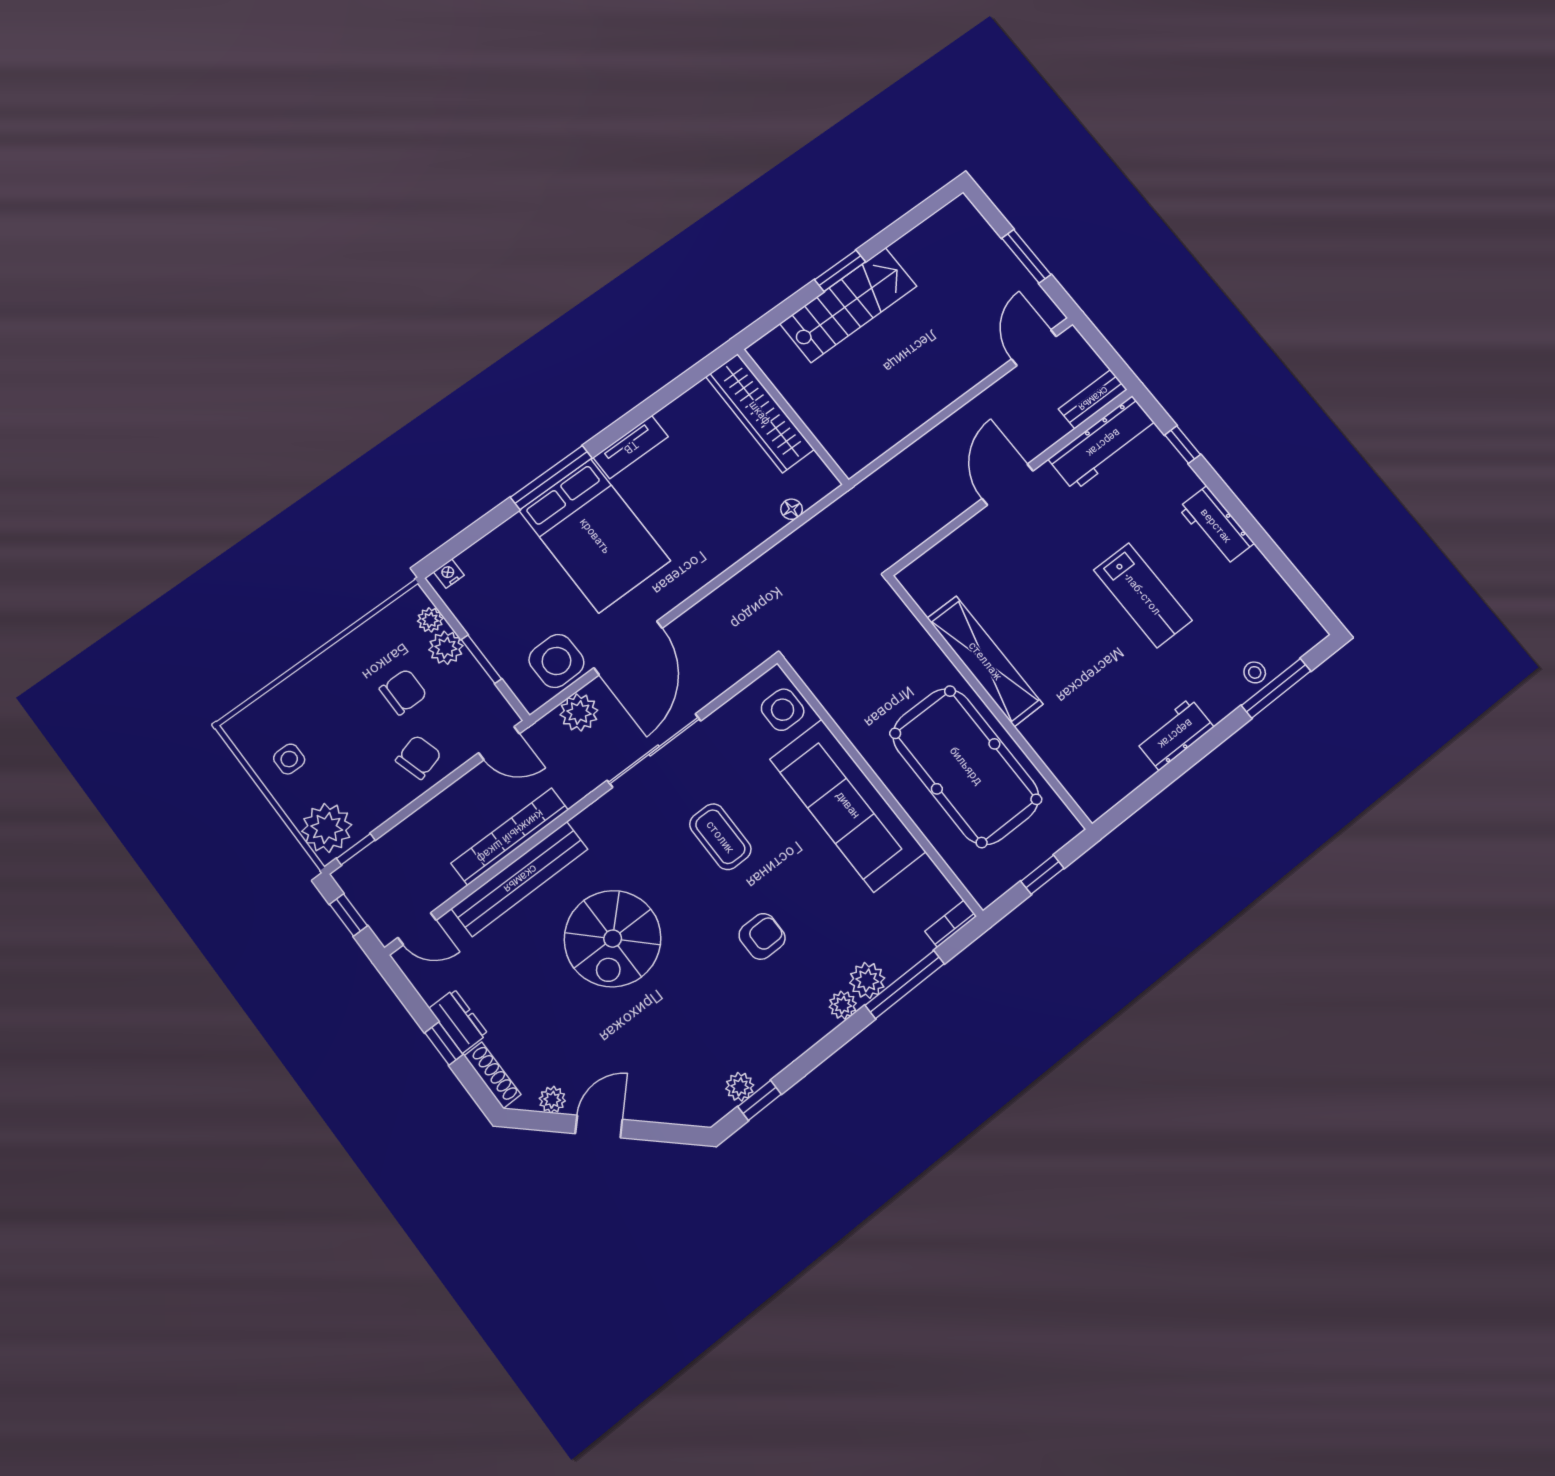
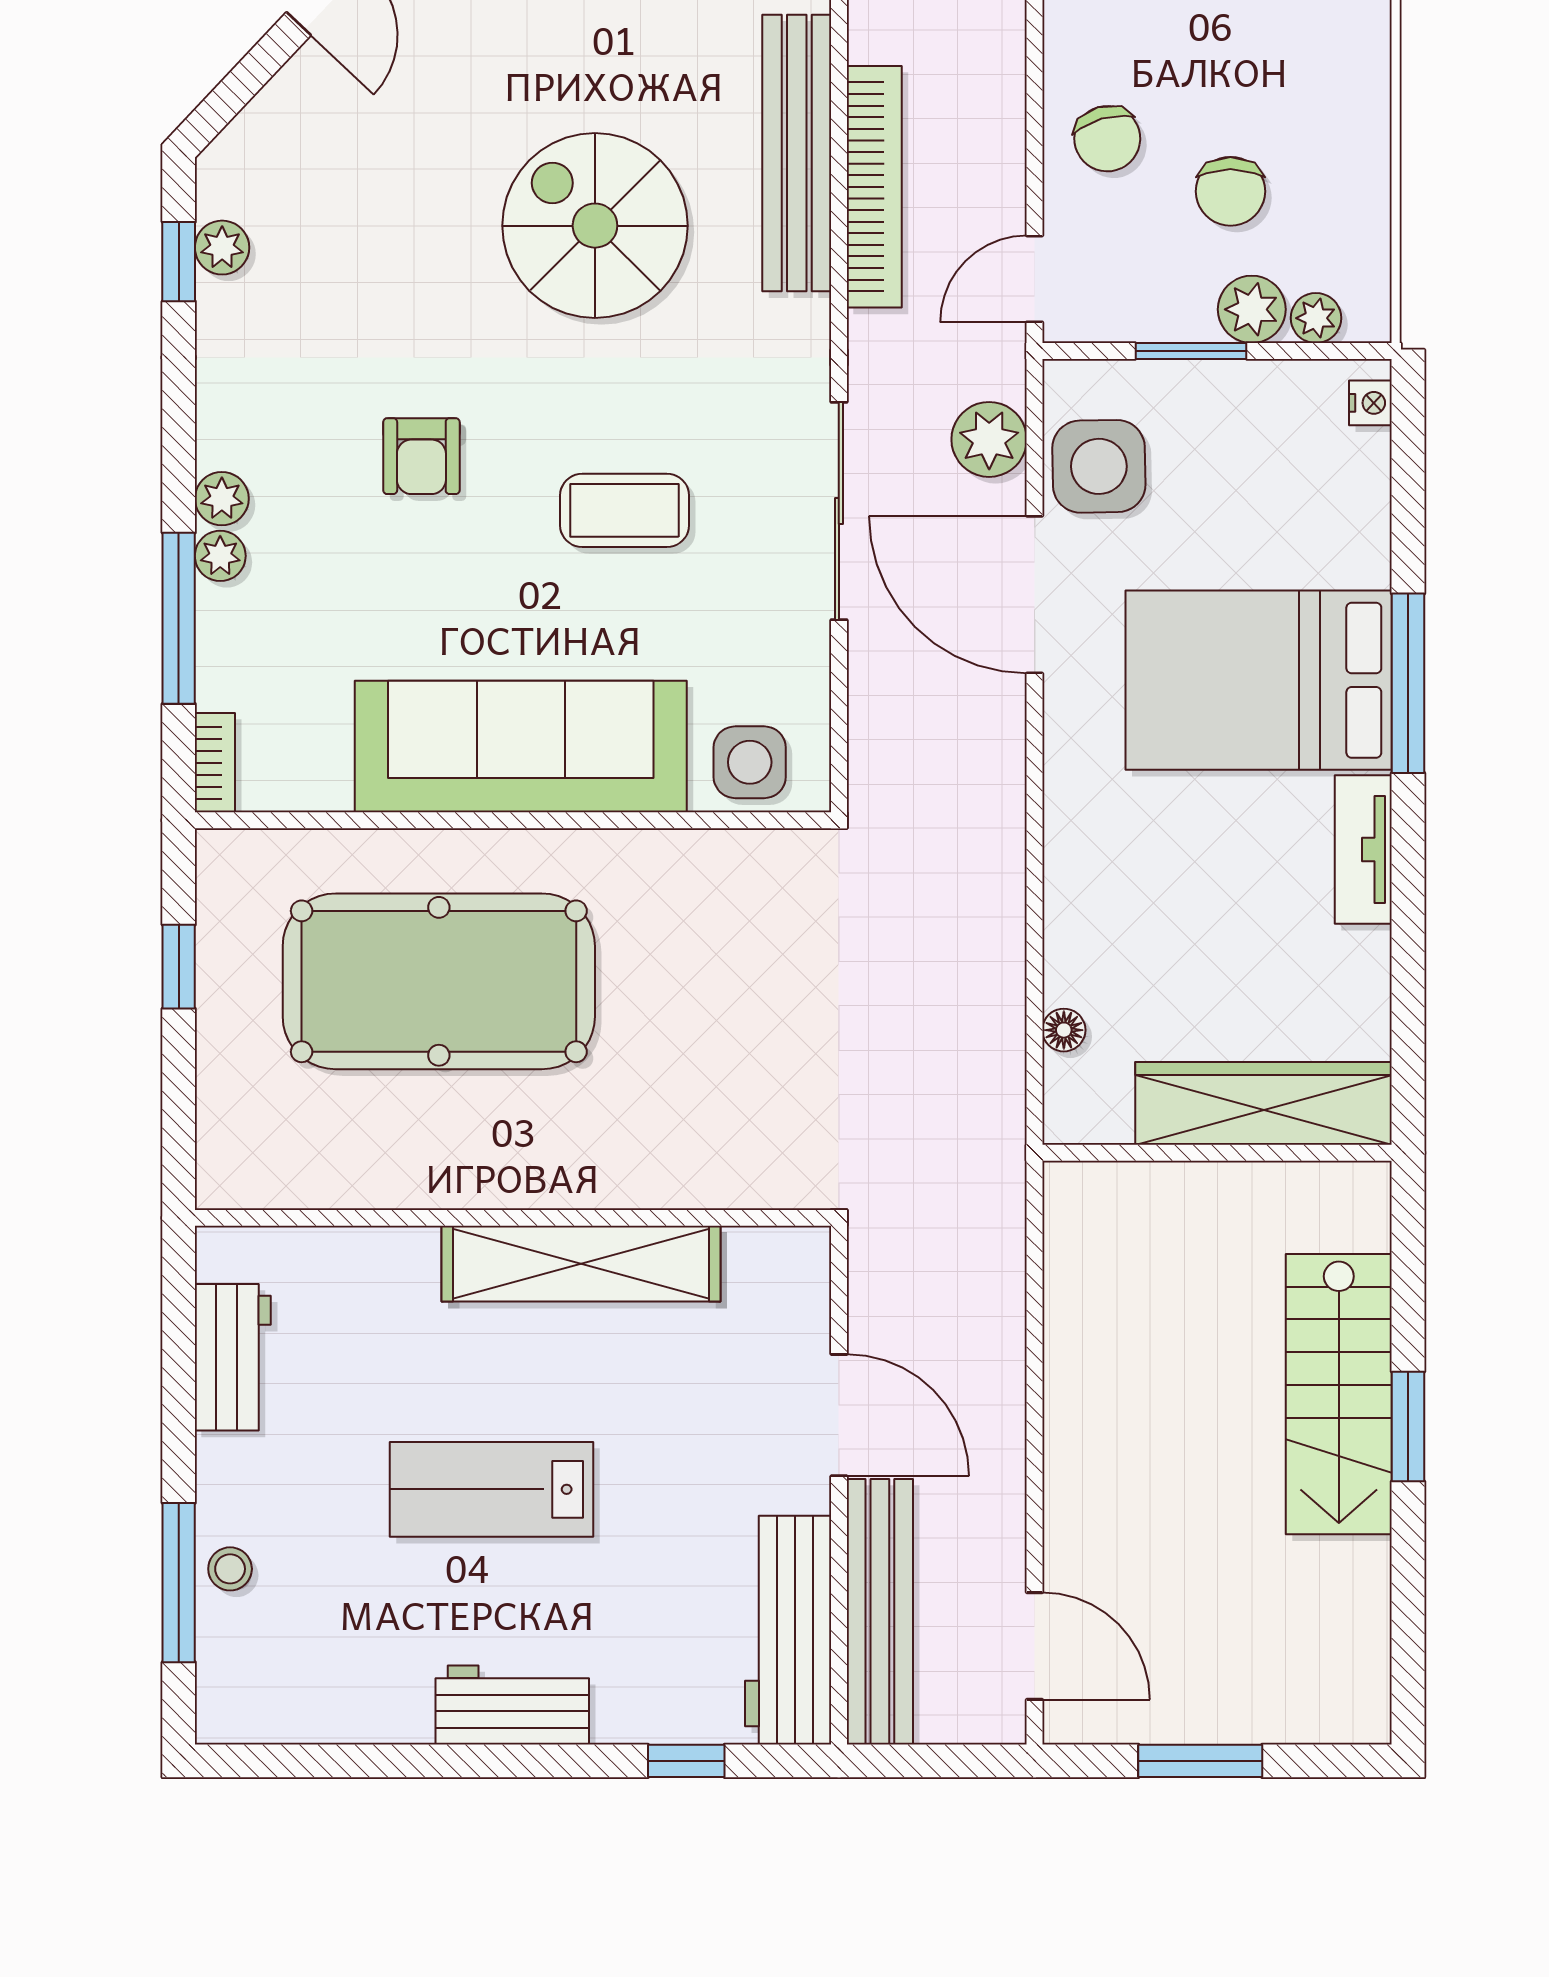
bench: (1093, 399) -> (880, 1612), width x1.86, depth x1.21
shelving: (985, 661) -> (581, 1264), moved
wall: (989, 701) -> (513, 1218), moved
plant: (867, 980) -> (220, 556), width x0.73, depth x0.73

